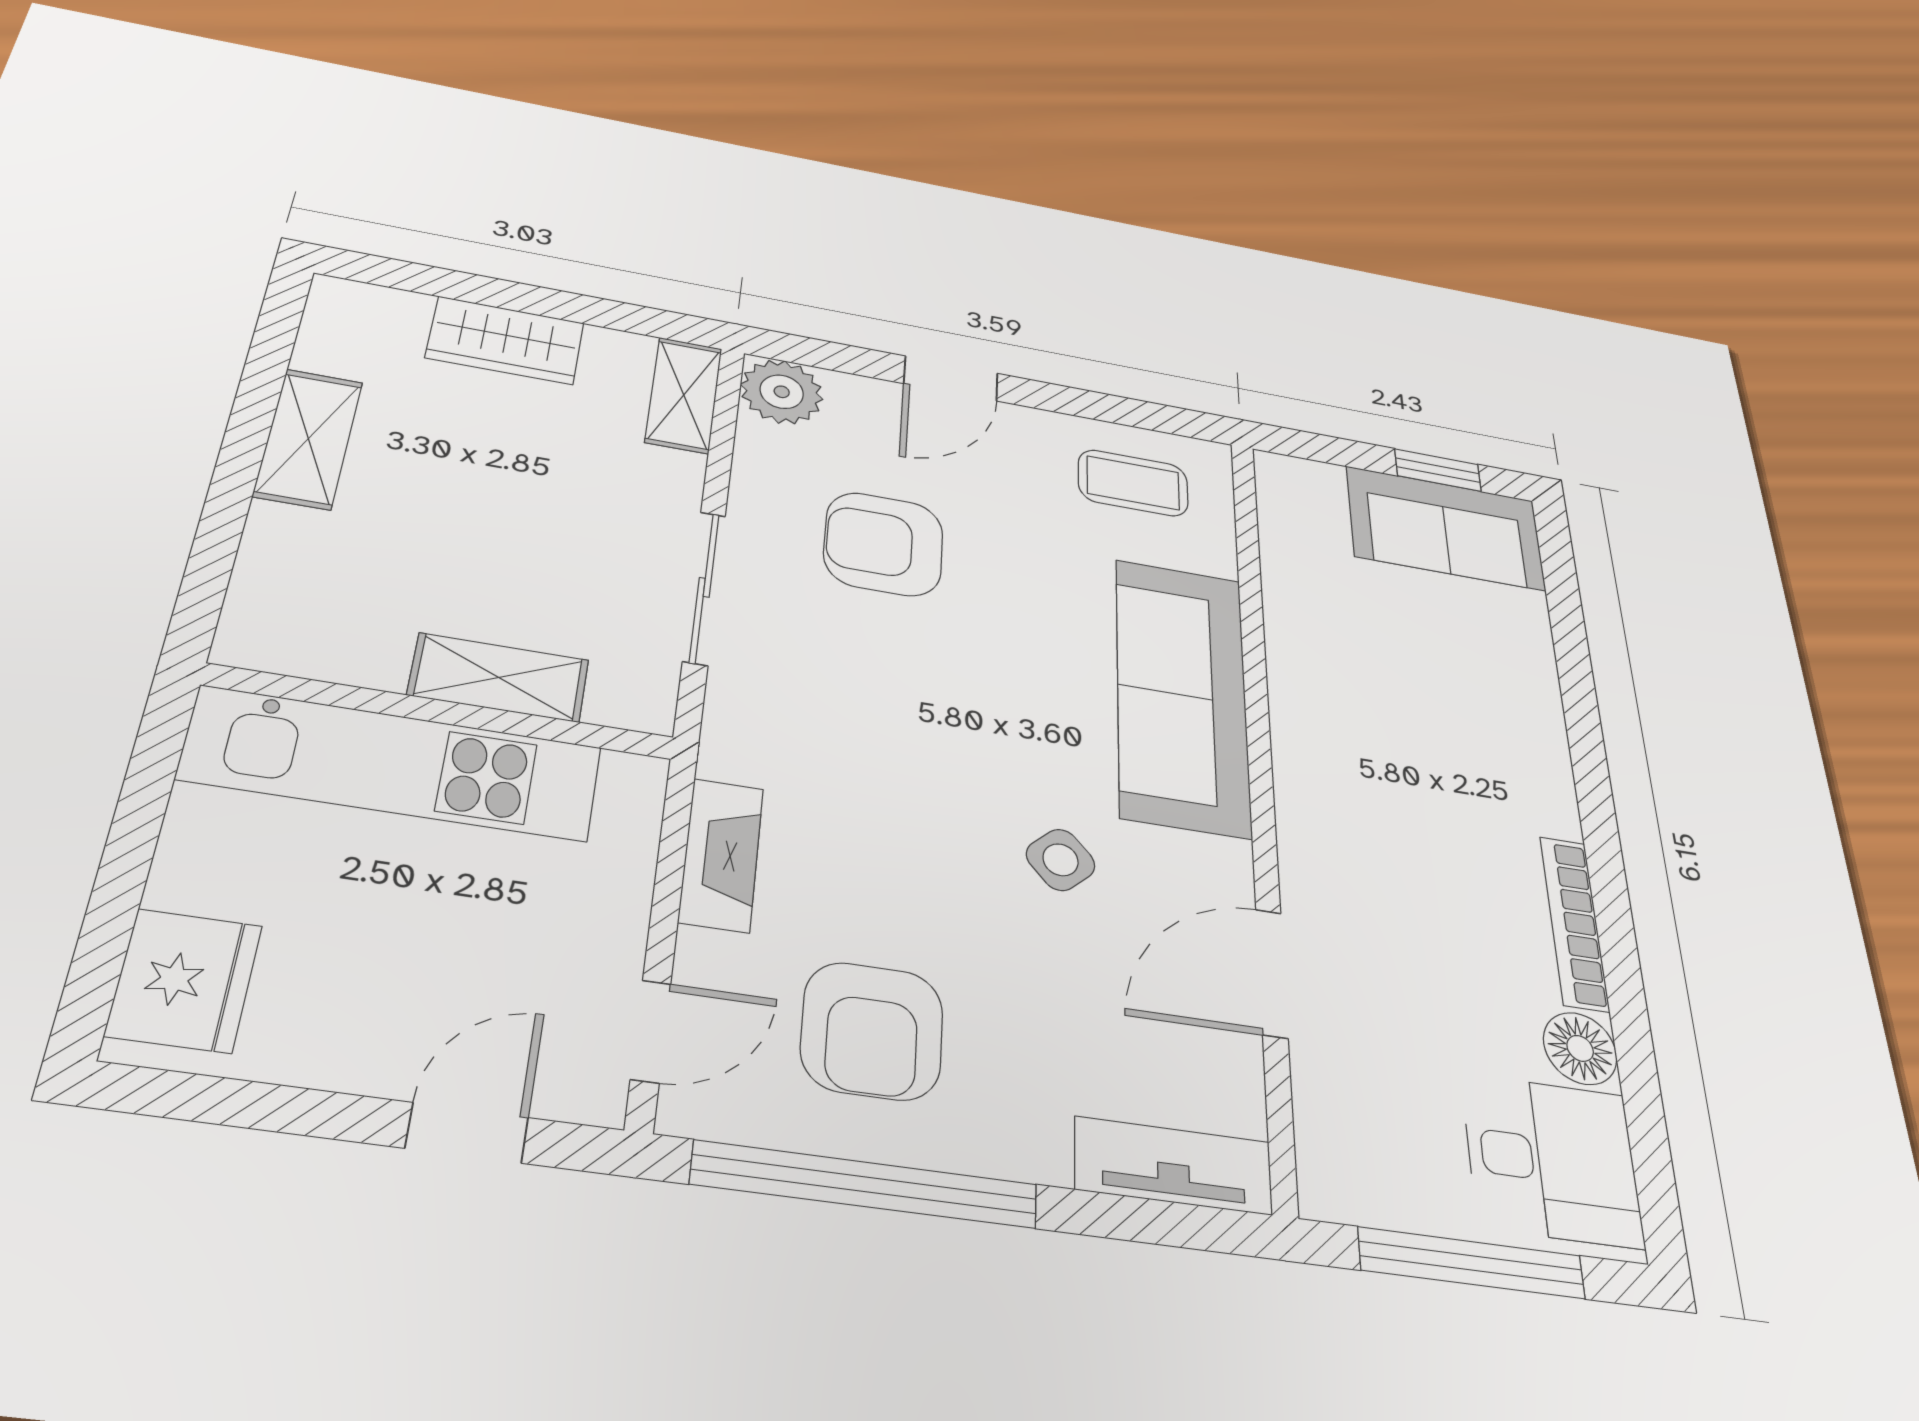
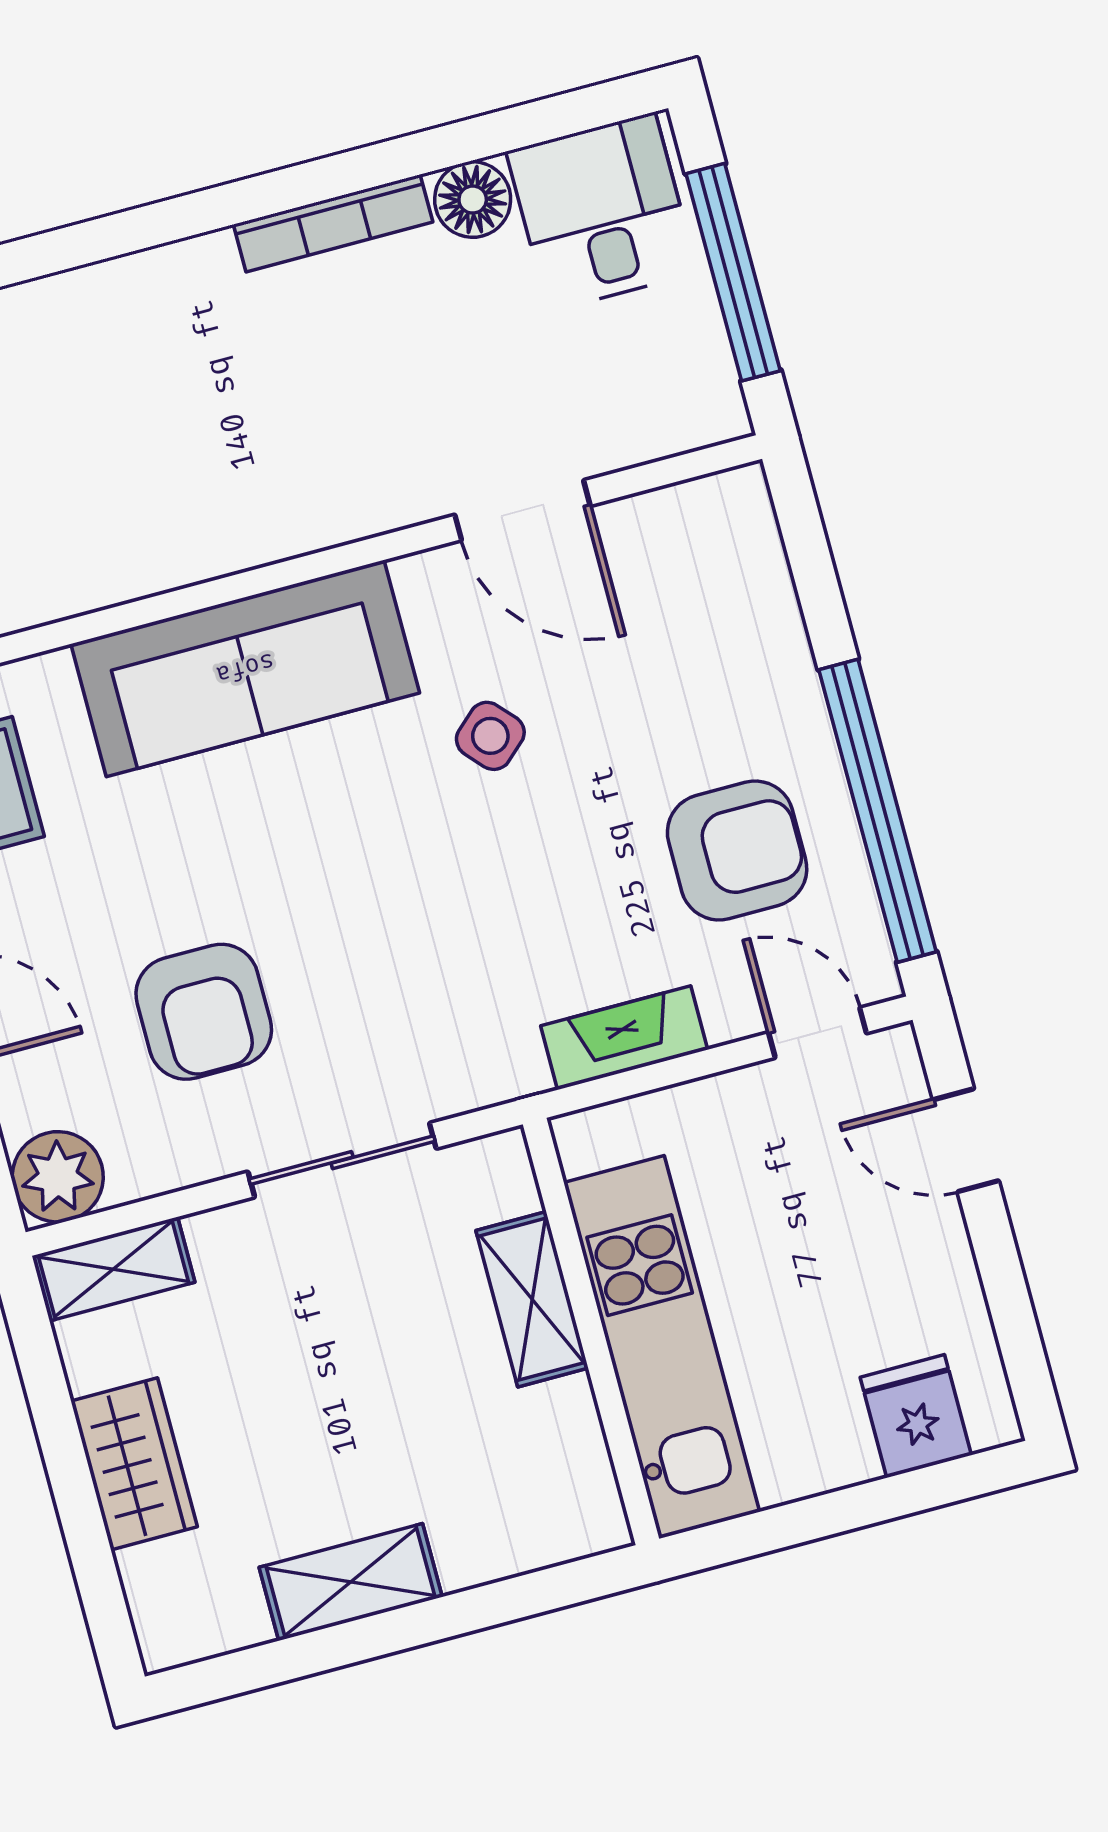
fridge: (184, 980) -> (916, 1416), width x0.72
tv unit: (1173, 1166) -> (752, 556), removed

